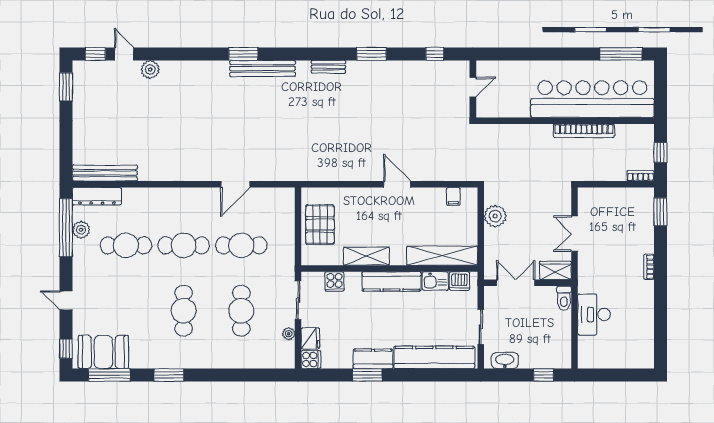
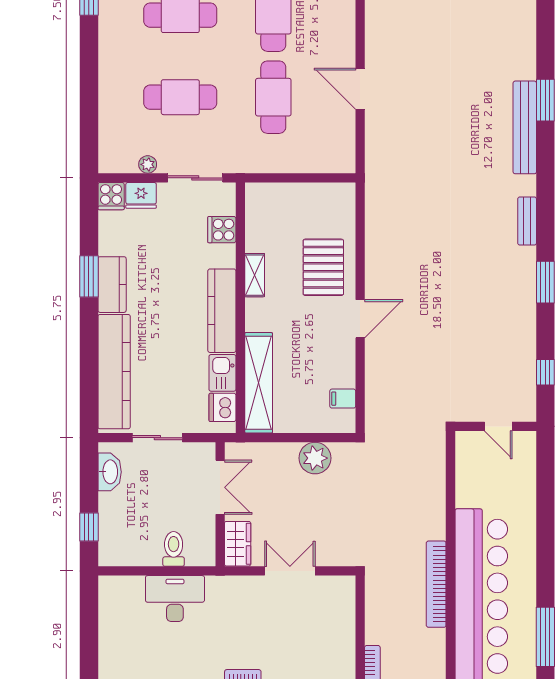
pallet: (320, 225) -> (323, 267), moved, turned 90
shelving: (366, 256) -> (255, 275), width x0.67, depth x0.75
toilet: (564, 298) -> (174, 549), moved, turned 90

